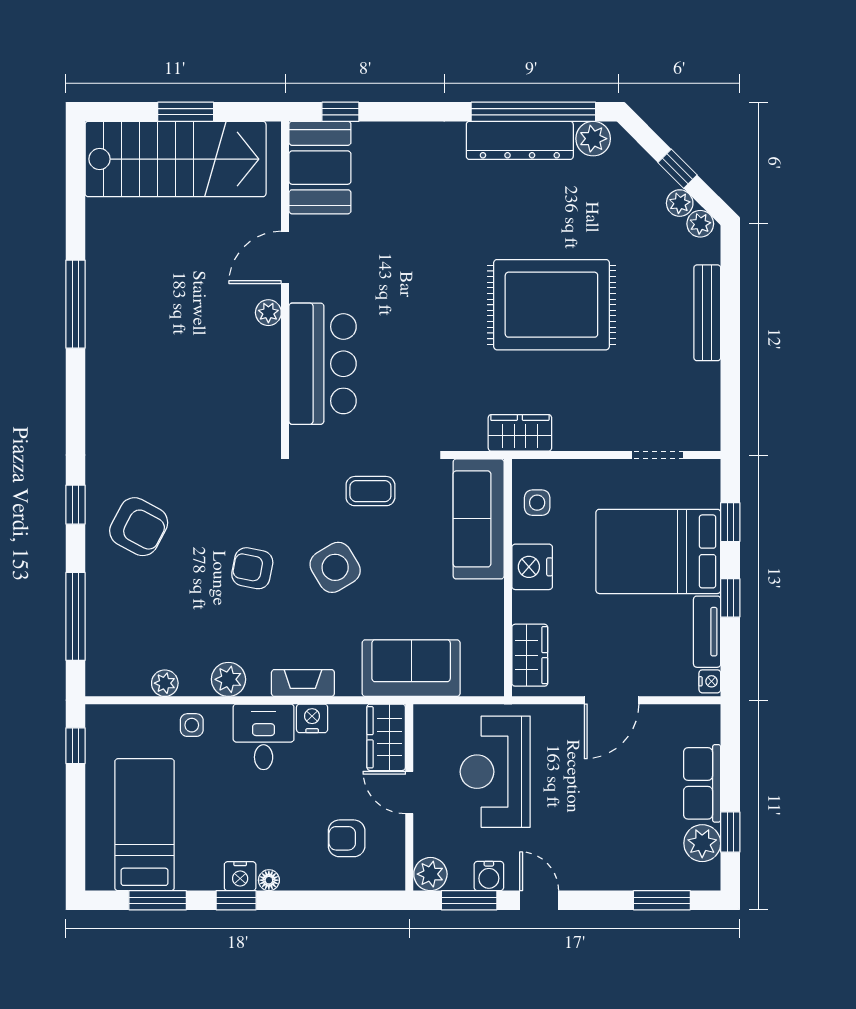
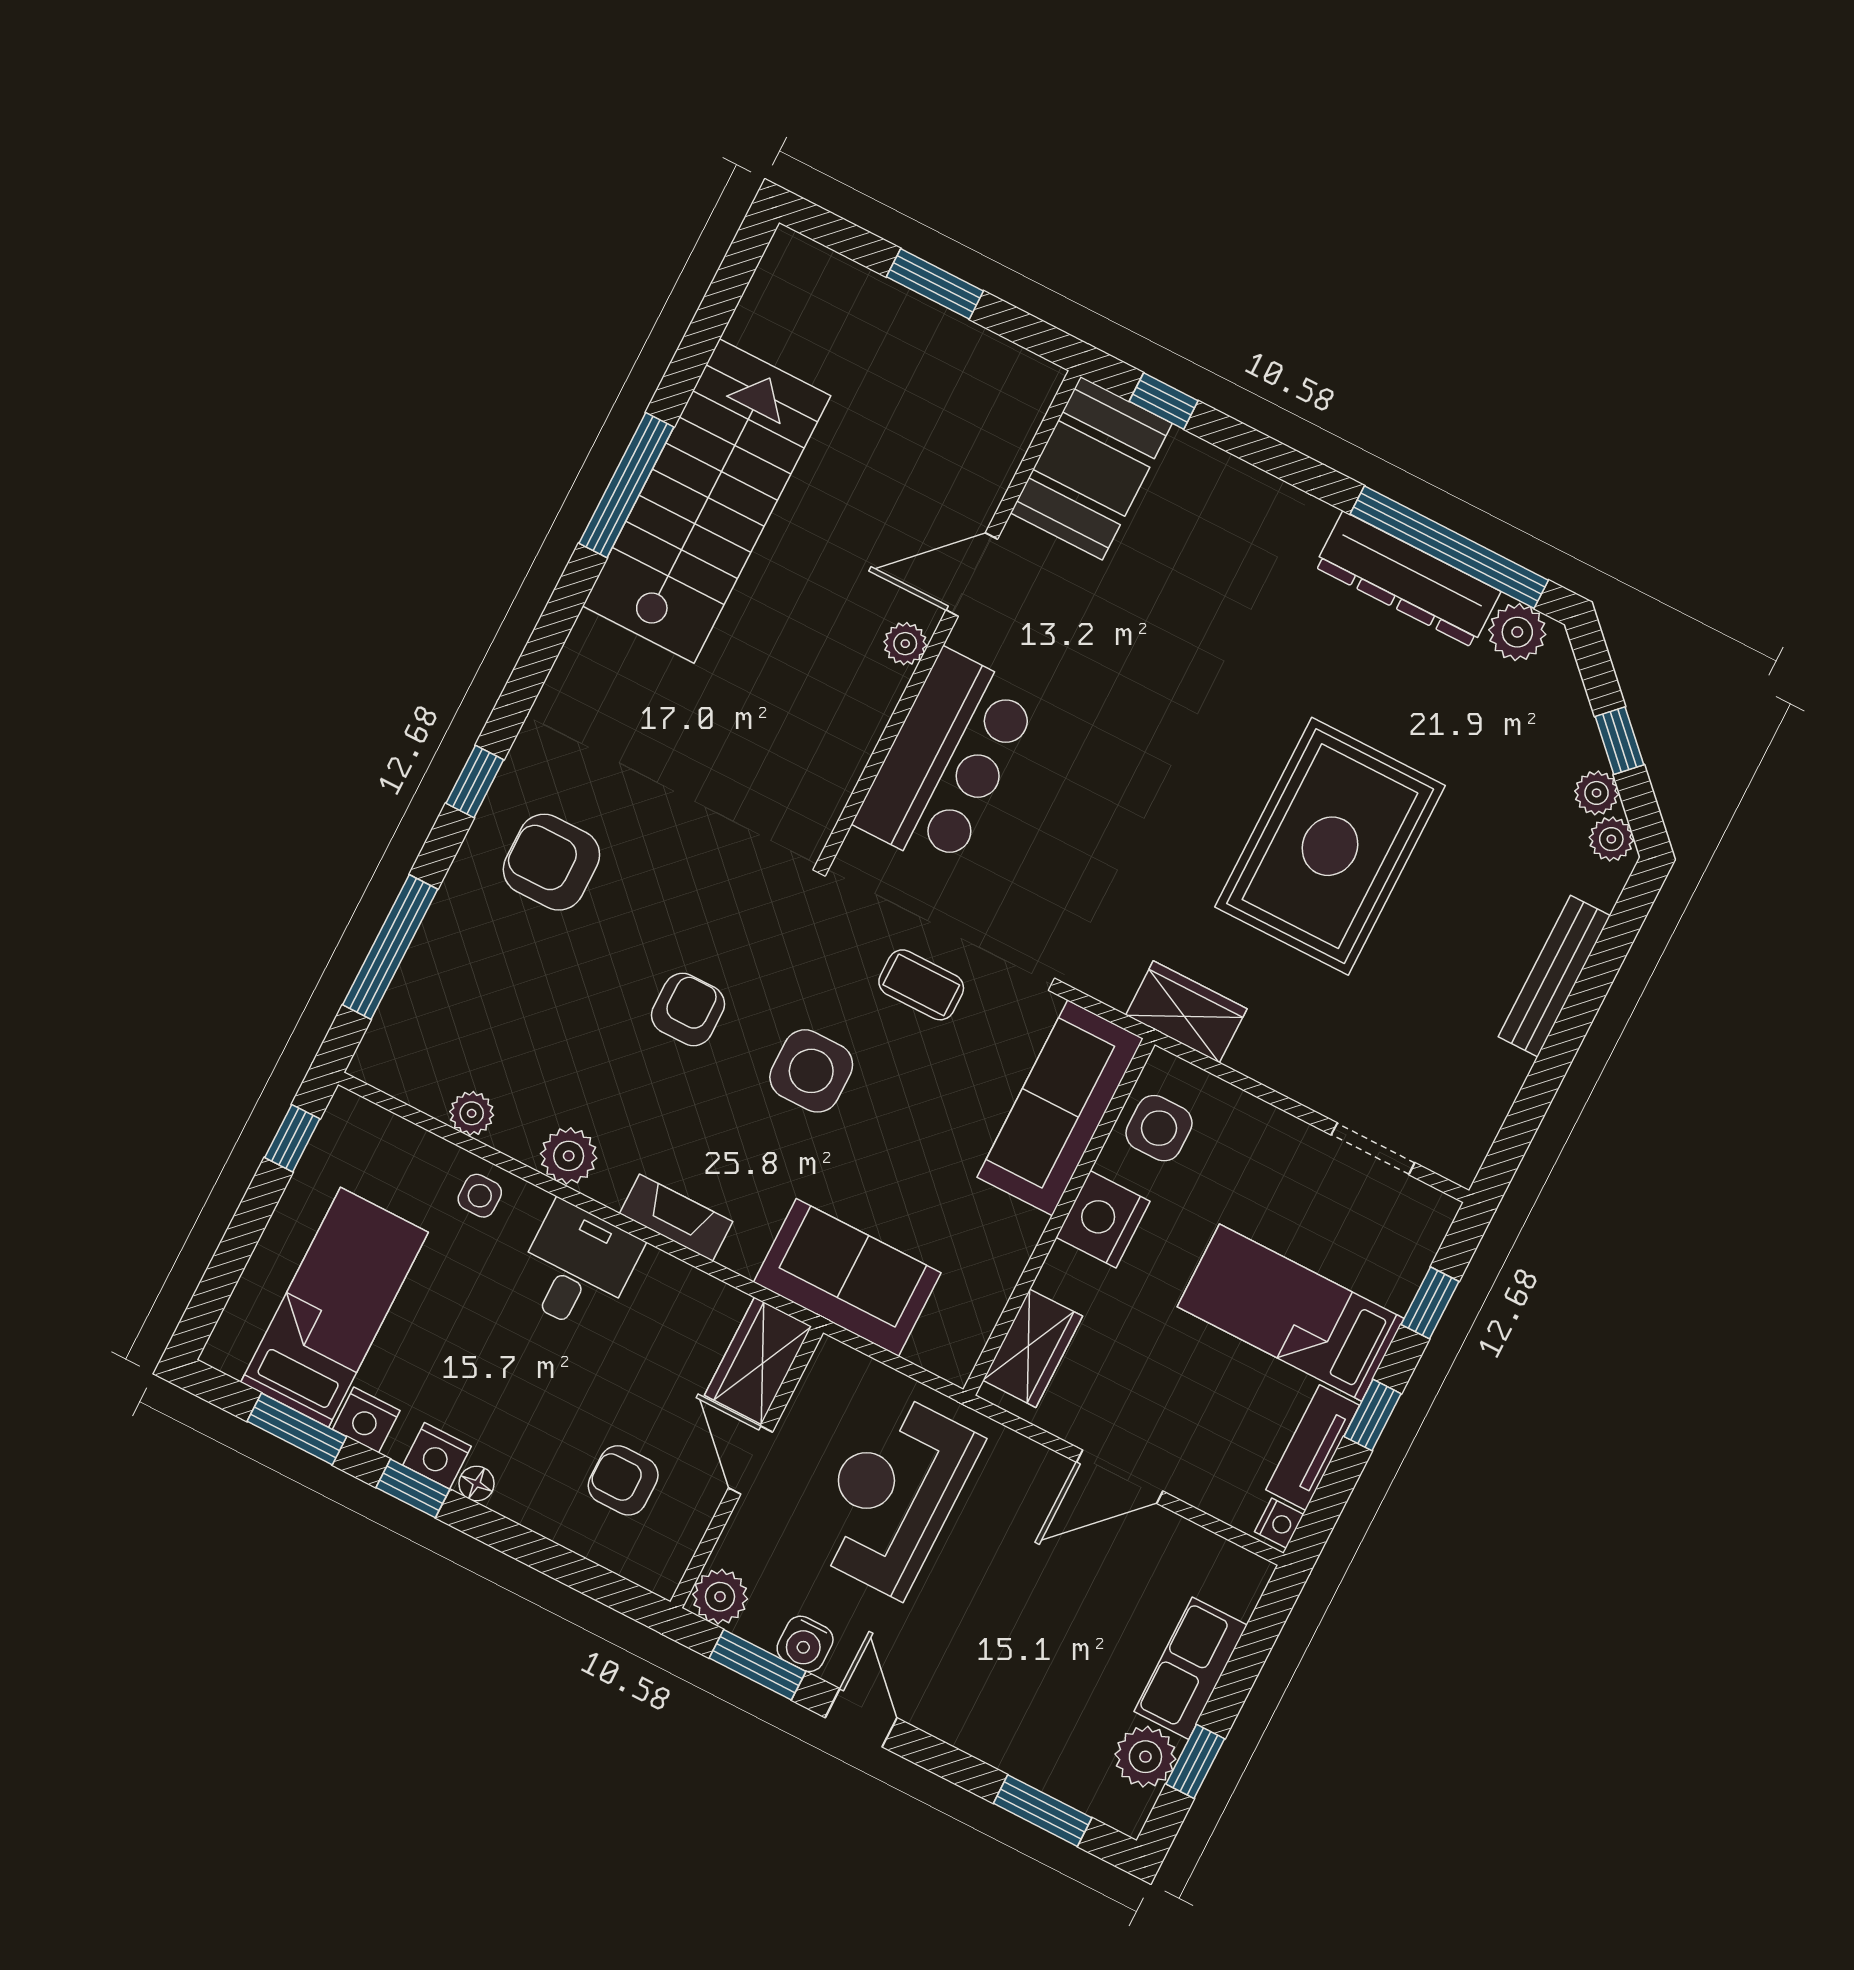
stairs: (176, 159) -> (707, 501), moved, turned -90
rug: (551, 305) -> (1330, 846), turned 90
side table: (537, 503) -> (1159, 1128), width x1.37, depth x1.37
armchair: (139, 527) -> (551, 862), turned 152
bed: (658, 551) -> (1291, 1313), width x0.67
side table: (335, 567) -> (811, 1071), turned 31
armchair: (252, 568) -> (688, 1010), turned 79
nightstand: (312, 718) -> (366, 1420), moved, turned 180

